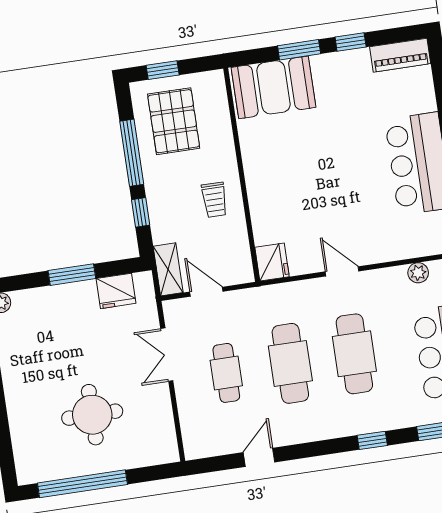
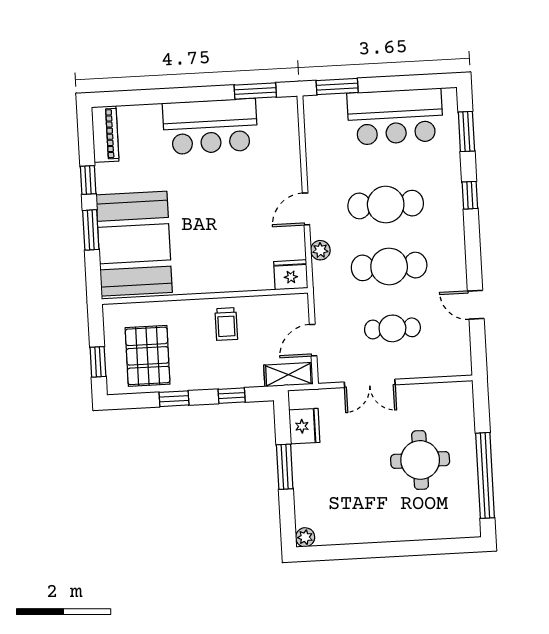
booth: (273, 87) -> (134, 244), width x1.36, depth x1.42
pallet: (174, 121) -> (148, 356), turned 90
window: (132, 153) -> (174, 399), width x0.46
trolley: (214, 200) -> (226, 324), turned 90
plant: (418, 273) -> (320, 250), moved

